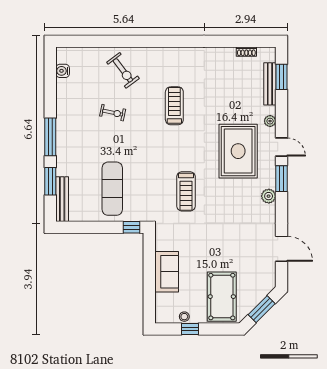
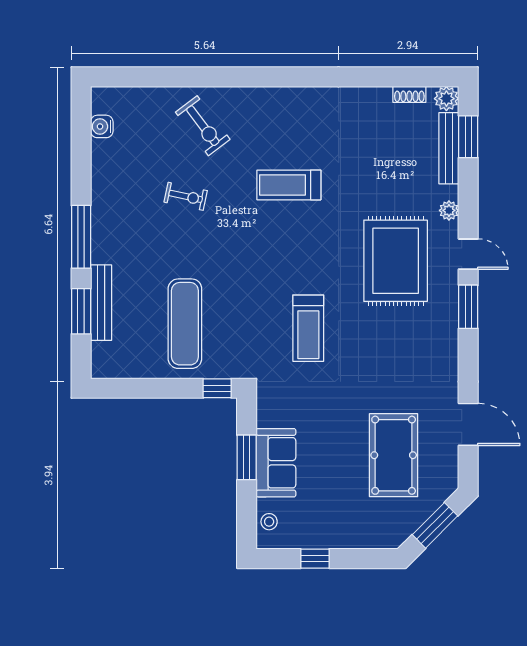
treadmill: (174, 106) -> (289, 185), turned -90
plant: (269, 196) -> (446, 99), moved
bench: (62, 199) -> (101, 303), moved
window: (149, 269) -> (247, 457), added
pool table: (222, 297) -> (394, 455), moved
stool: (184, 317) -> (269, 522), moved

